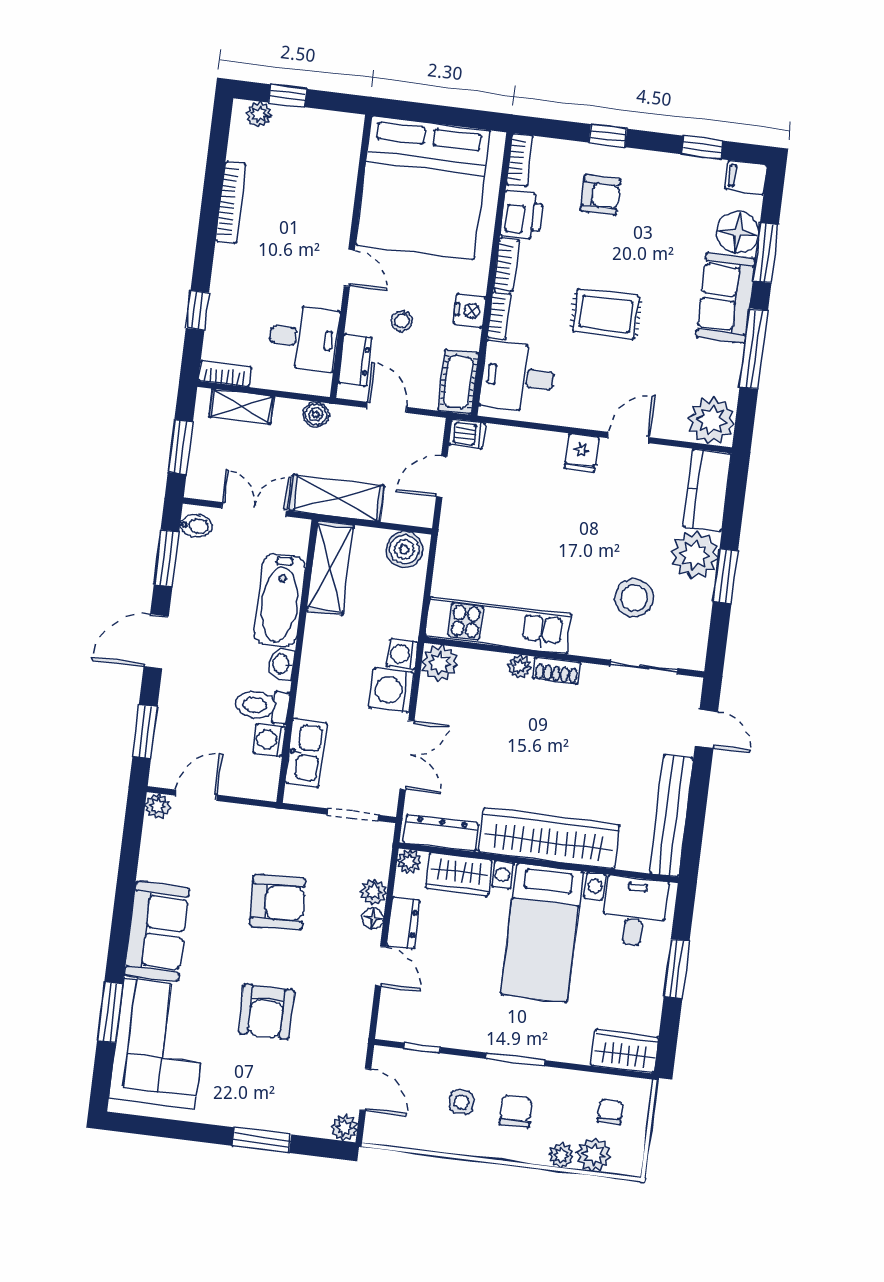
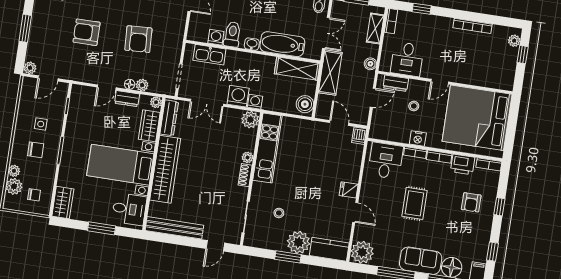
cot: (458, 382) -> (384, 132), removed
stool: (634, 598) -> (279, 213), width x0.53, depth x0.53

